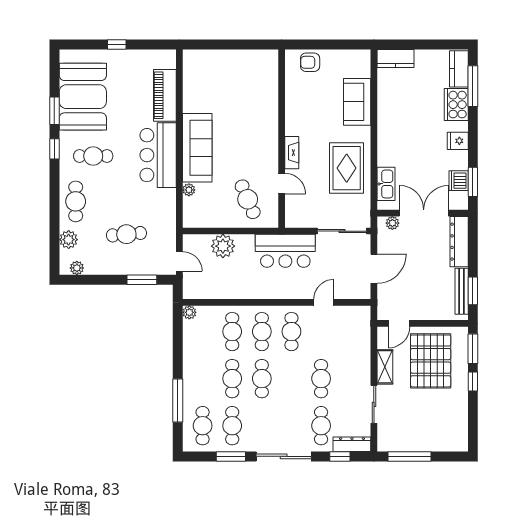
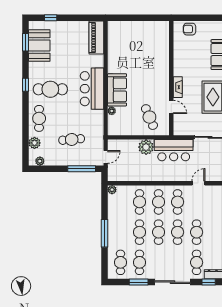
window: (117, 45) -> (51, 18), moved
piano: (165, 95) -> (96, 37), moved
booth: (83, 97) -> (39, 45), width x0.73, depth x0.70
window: (54, 111) -> (25, 42), moved
sofa: (197, 148) -> (117, 90), width x0.73
cafe table: (93, 156) -> (50, 89), width x1.37, depth x1.35
plant: (223, 246) -> (146, 147), moved
door: (179, 261) -> (106, 157), hinge flipped
window: (142, 280) -> (82, 169), width x1.44
cafe table: (291, 379) -> (178, 232), added
window: (178, 400) -> (105, 233), moved

